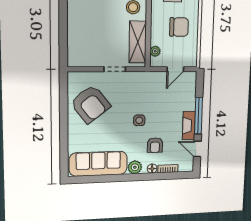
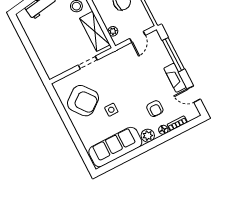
window: (199, 116) -> (173, 55), moved
side table: (139, 120) -> (111, 110), moved

